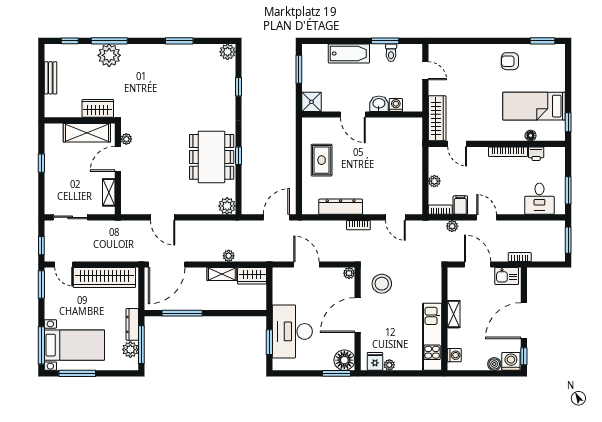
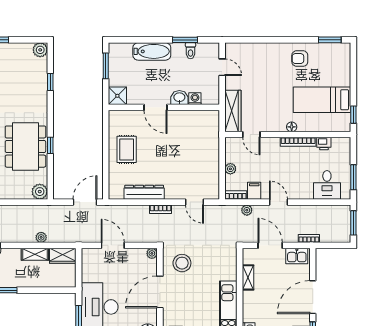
floor lamp: (531, 136) -> (292, 127), moved
shelving: (454, 314) -> (248, 277), moved

